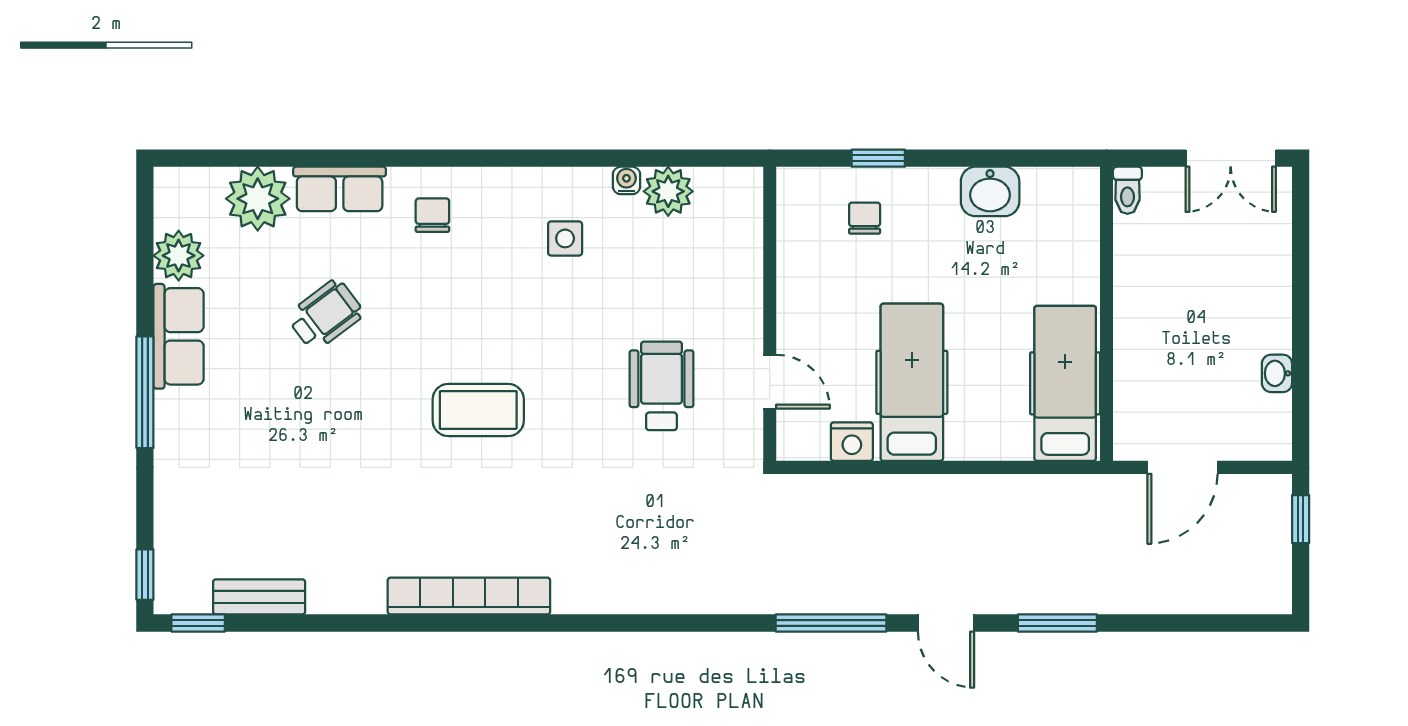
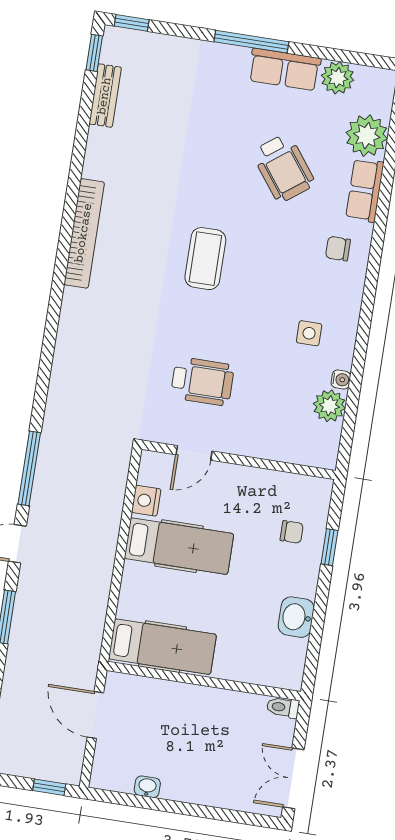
chair: (432, 215) -> (338, 249), turned 180
wheelchair: (325, 315) -> (284, 168), width x1.36, depth x1.37

